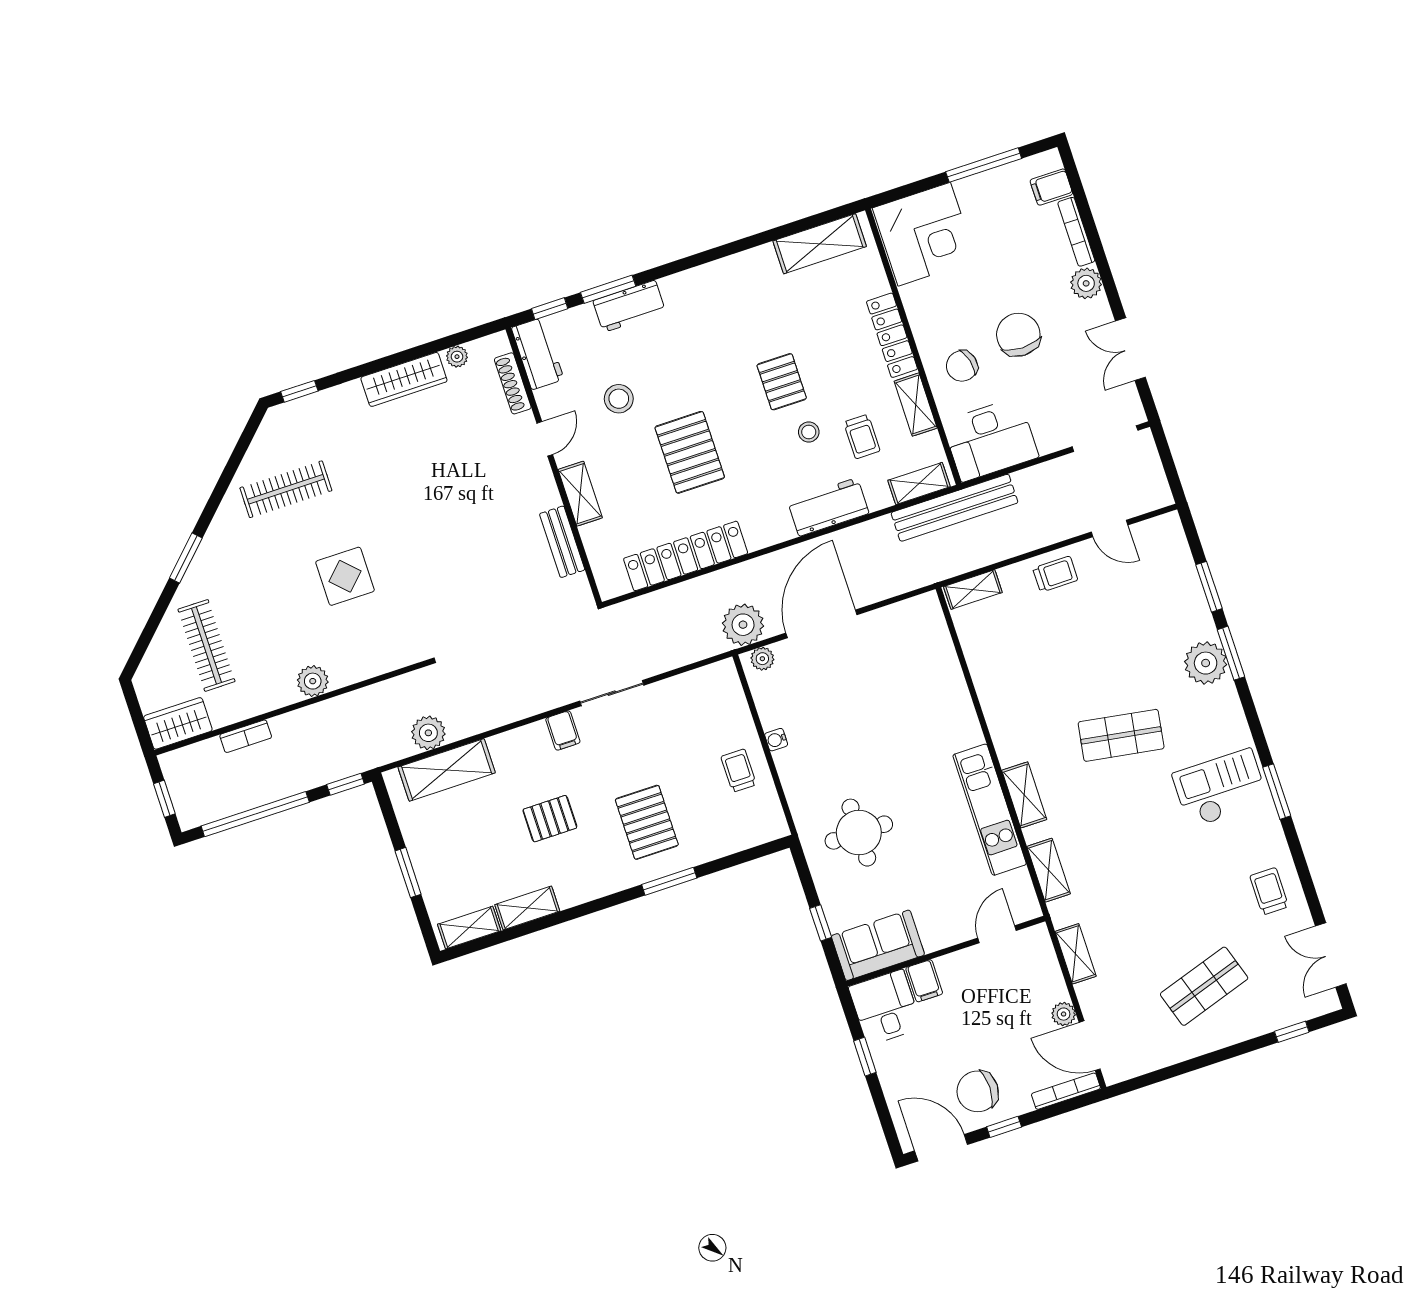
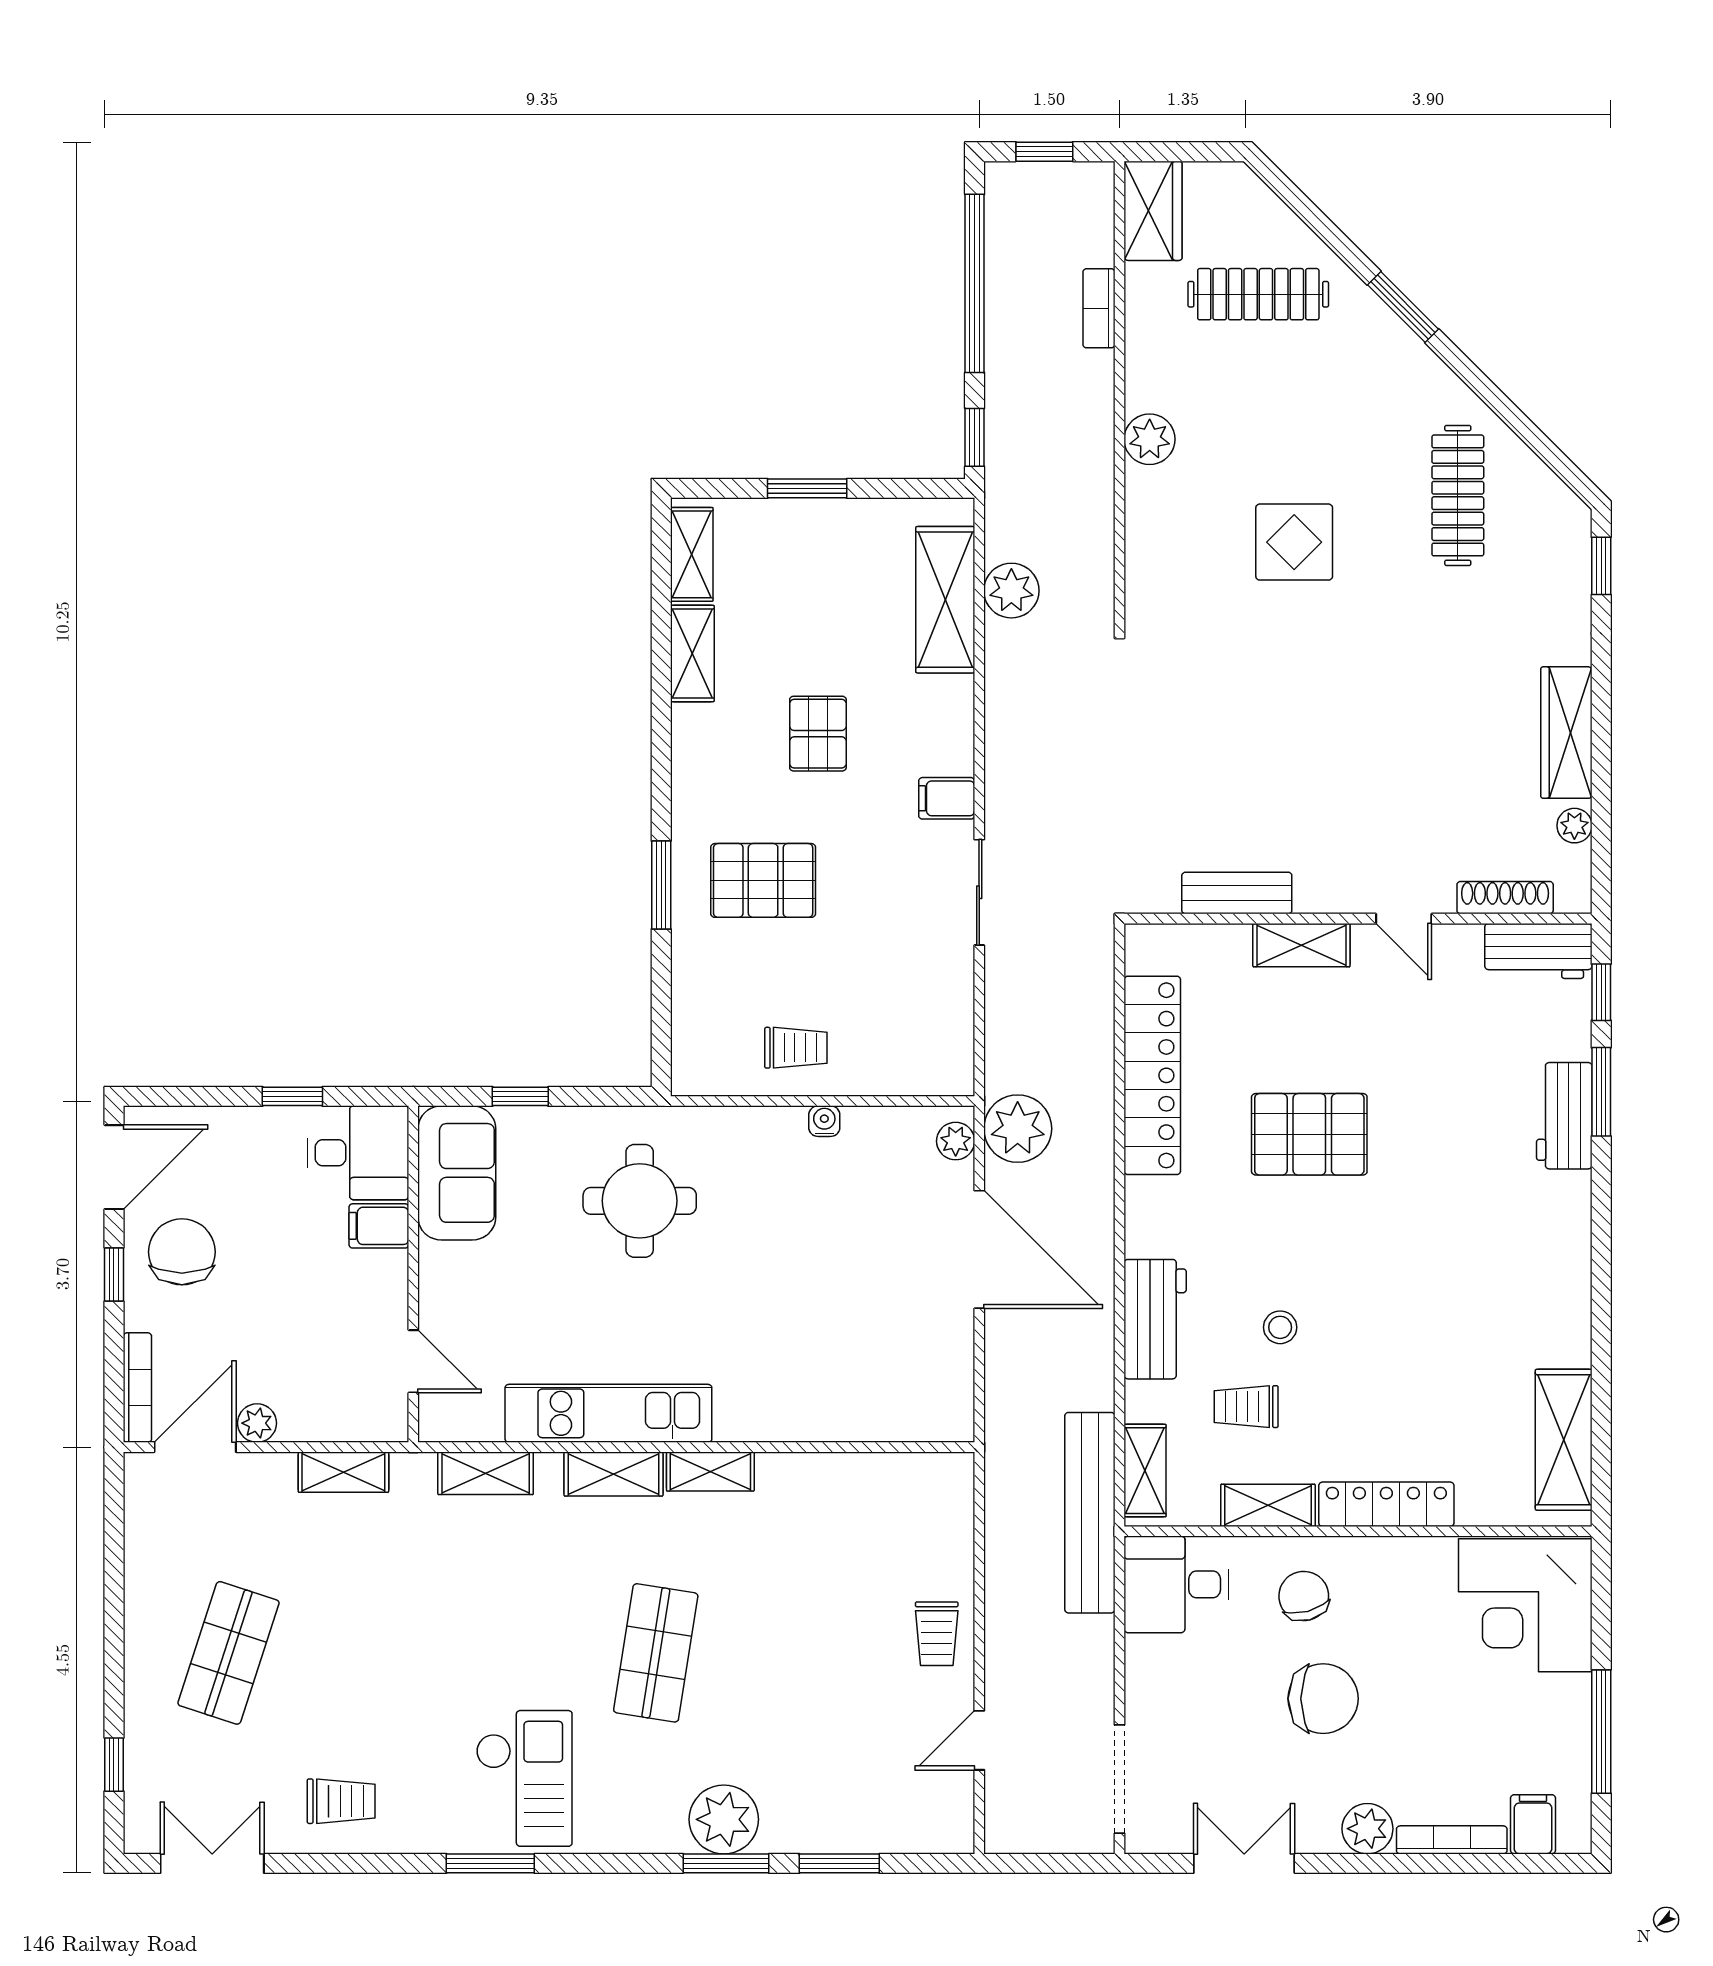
pallet: (782, 382) -> (1371, 1311), removed
stool: (619, 399) -> (1428, 1053), removed
desk: (990, 439) -> (1176, 1584), width x0.73
shelving: (973, 590) -> (710, 1471), moved, turned 90
shop shelf: (1204, 986) -> (228, 1653), turned 36

